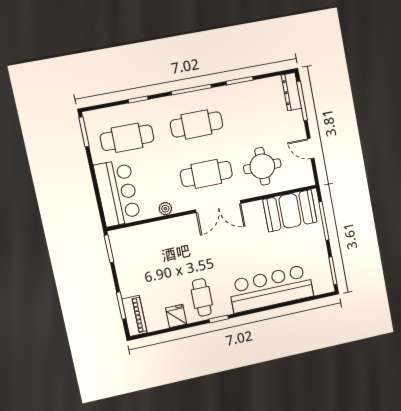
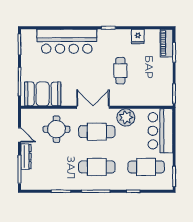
dresser: (291, 92) -> (26, 157), moved
plant: (165, 209) -> (126, 117), width x1.87, depth x1.87
cafe table: (202, 297) -> (120, 71), moved

